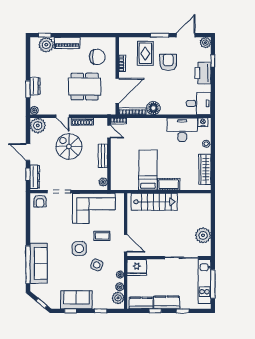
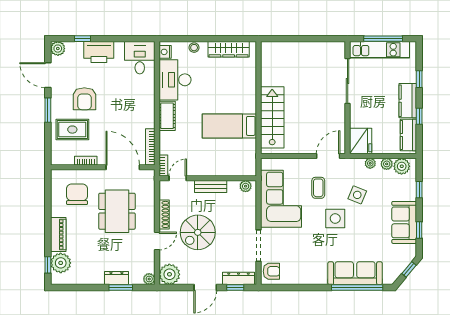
armchair: (168, 62) -> (84, 99), turned -90
floor lamp: (153, 108) -> (146, 119), removed
cot: (169, 184) -> (167, 116), moved
plant: (203, 235) -> (317, 52), removed

